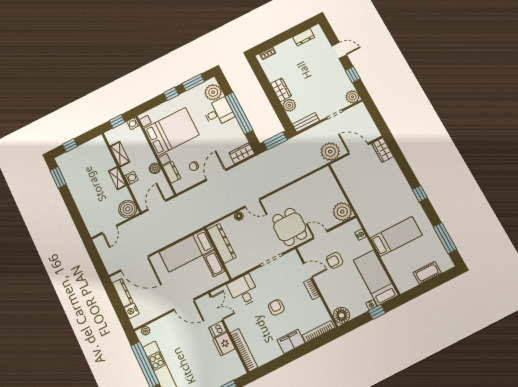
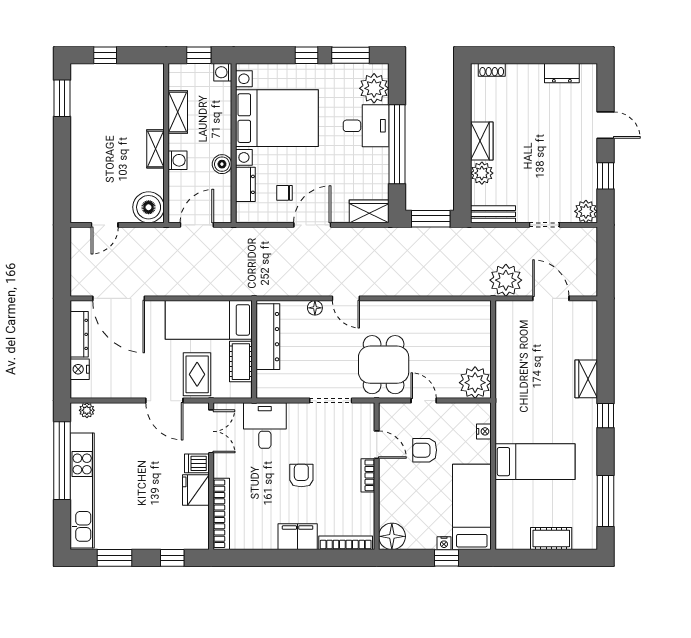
wardrobe: (383, 150) -> (586, 379), moved
rug: (194, 282) -> (197, 374), added

